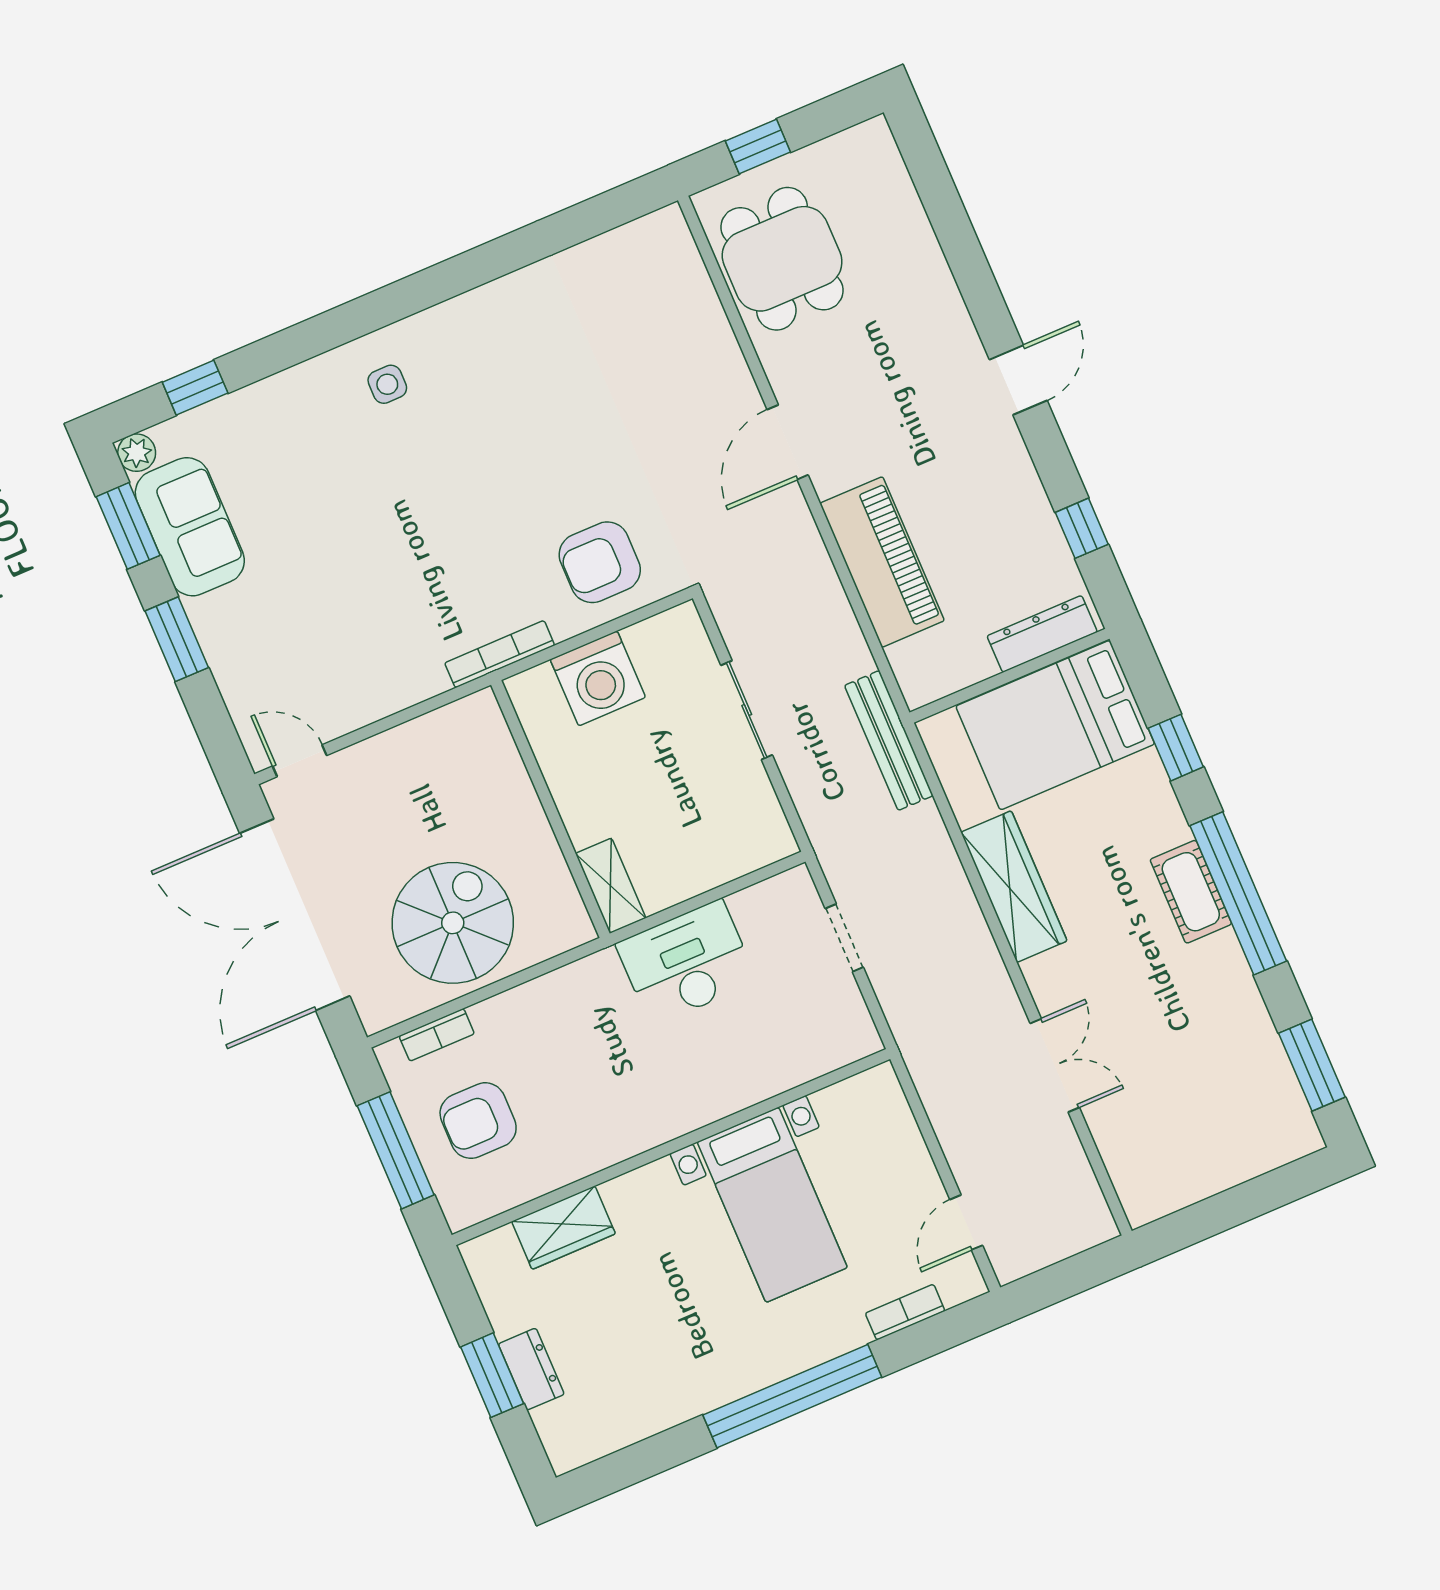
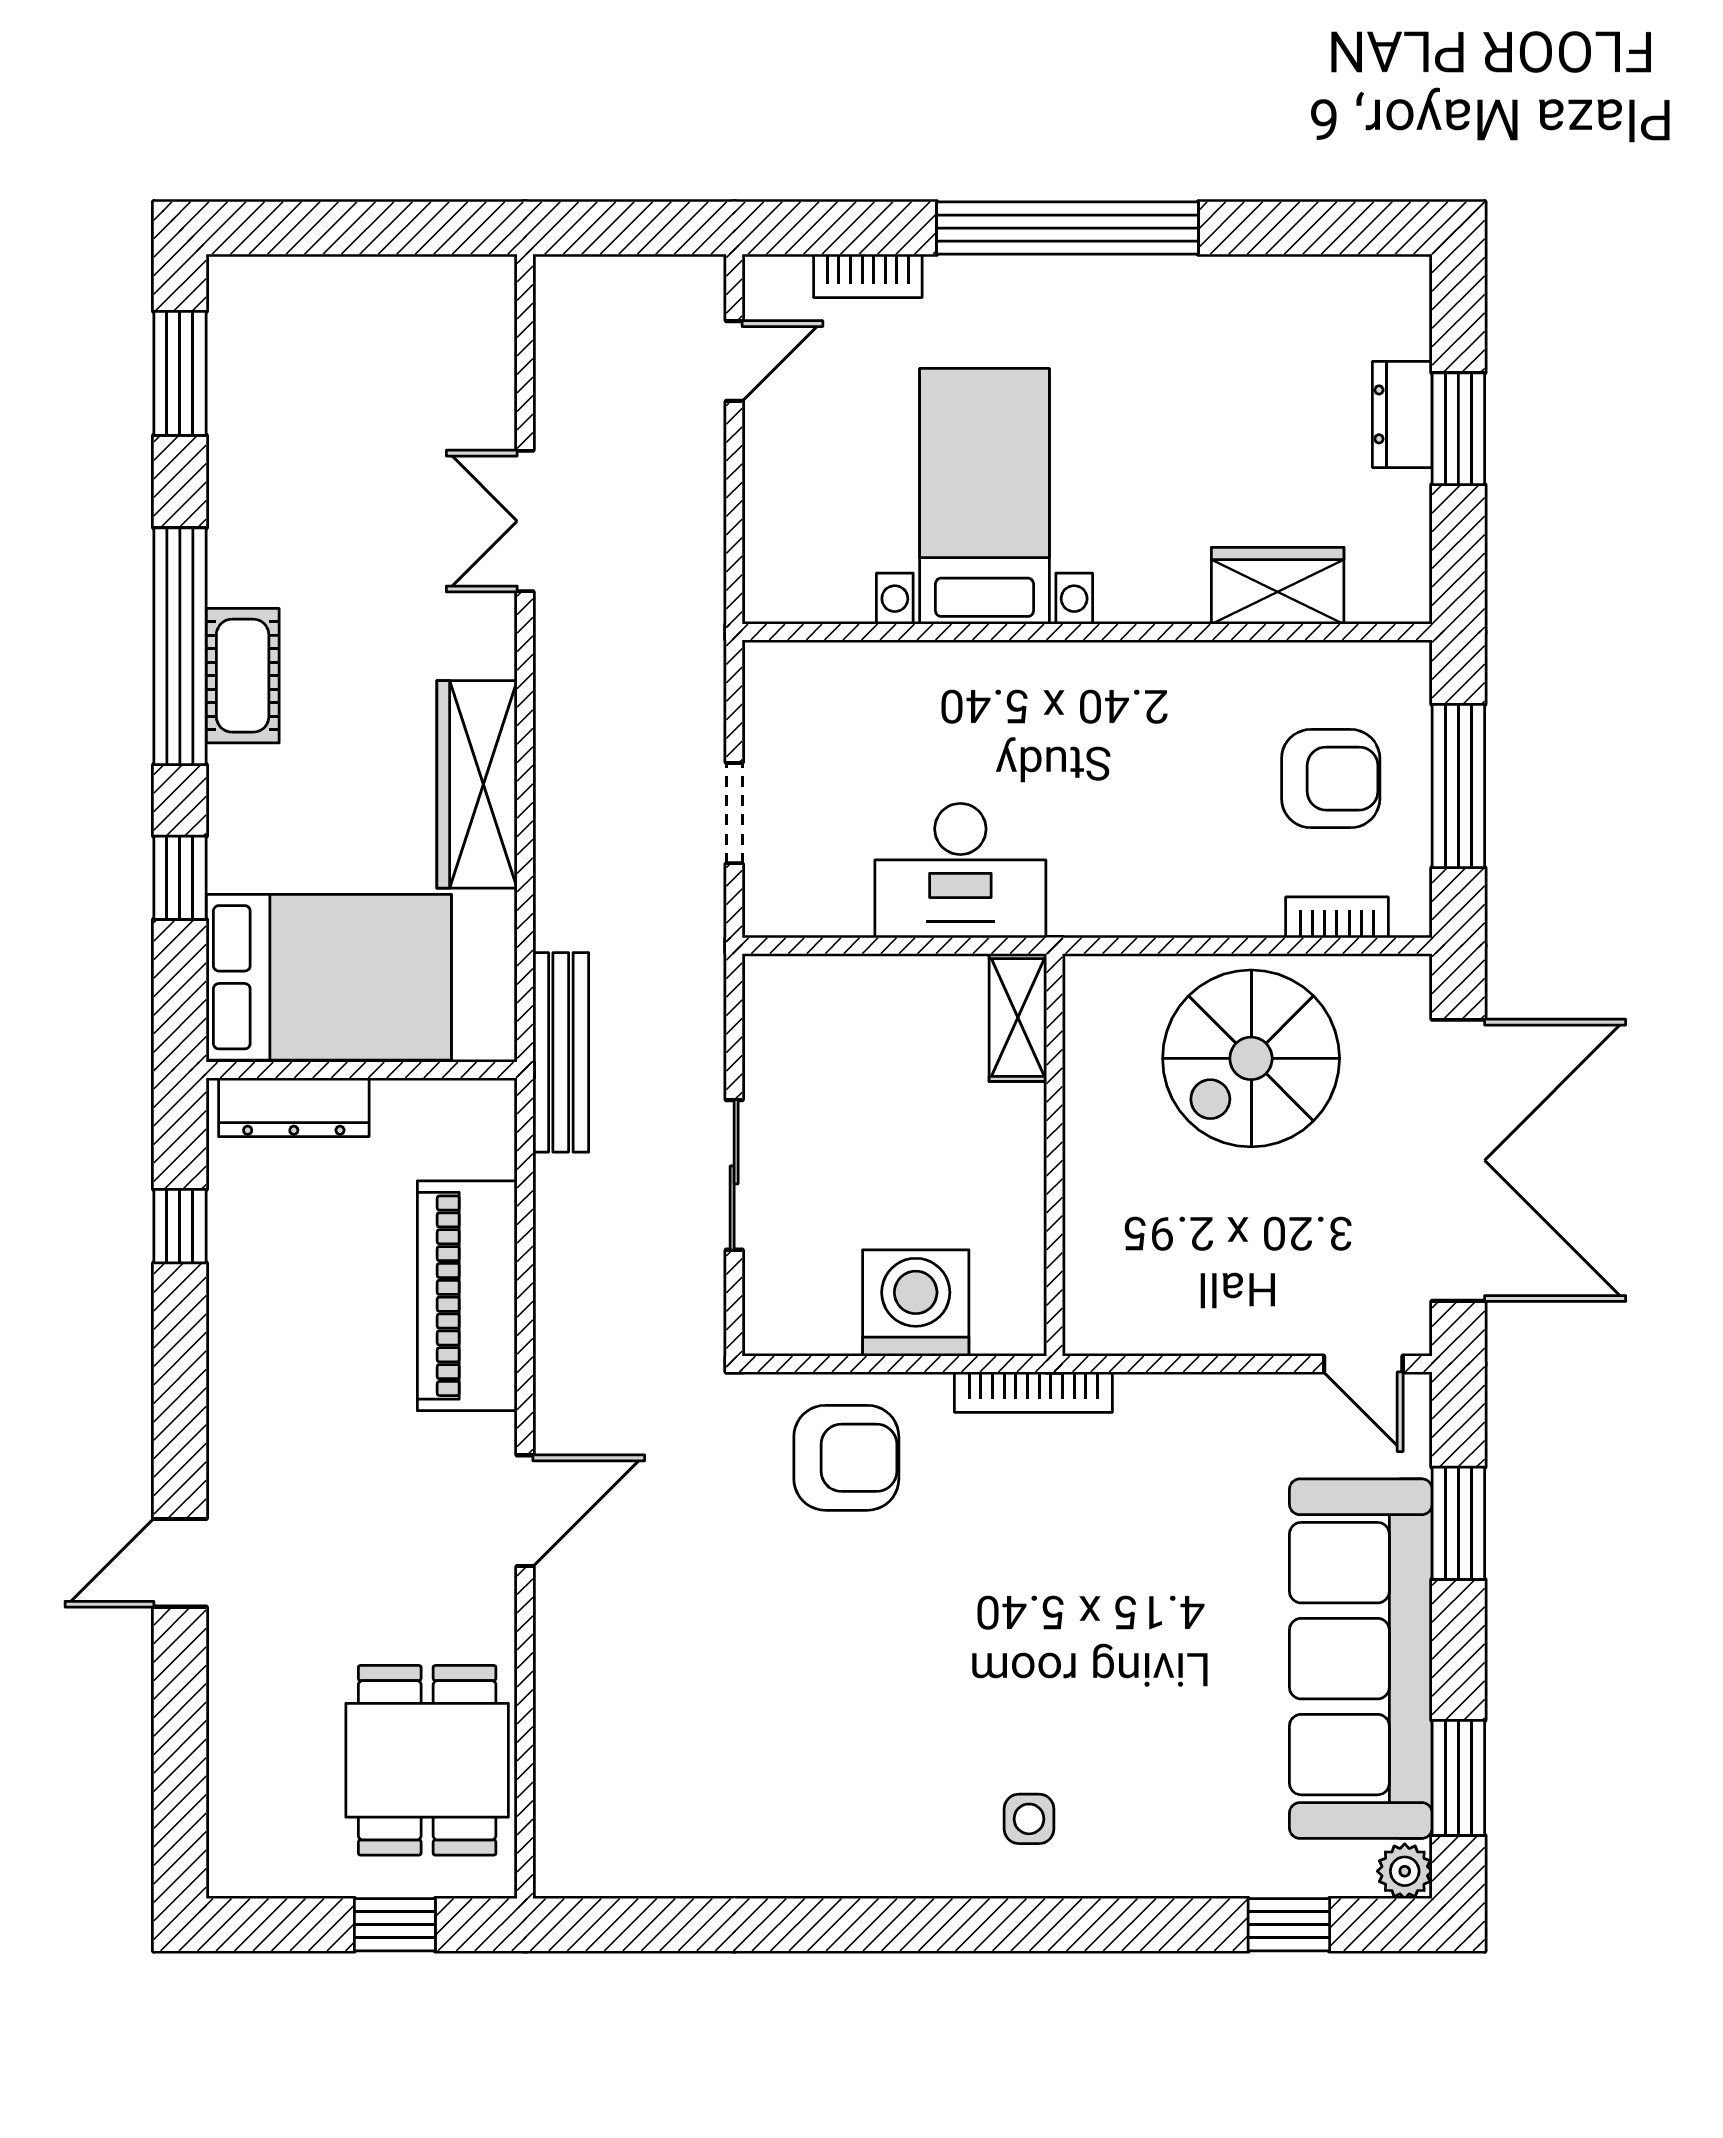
door: (1018, 380) -> (180, 1563), moved
sofa: (190, 527) -> (1361, 1659), width x1.85, depth x1.27
window: (177, 639) -> (1458, 1523), moved

